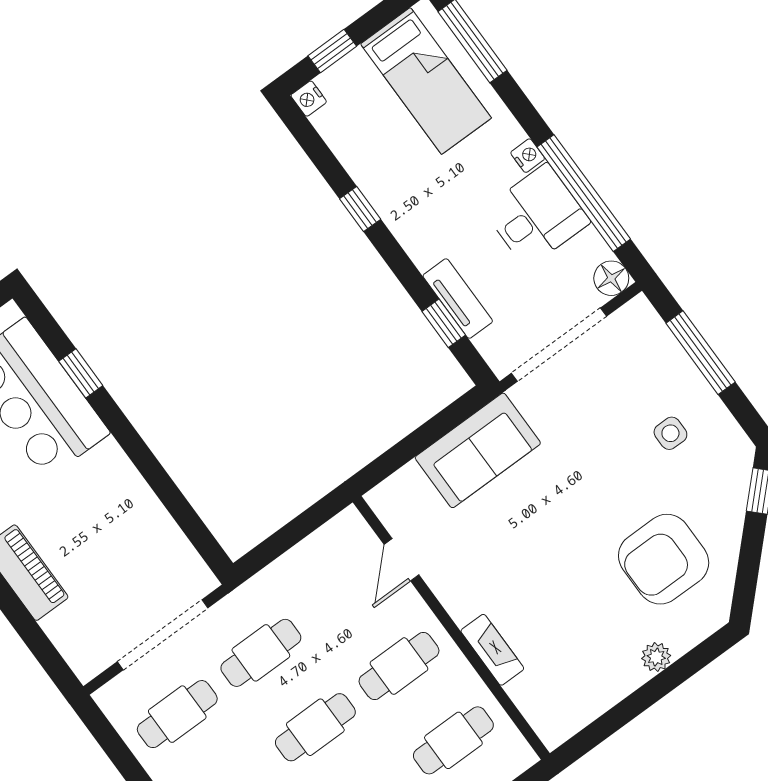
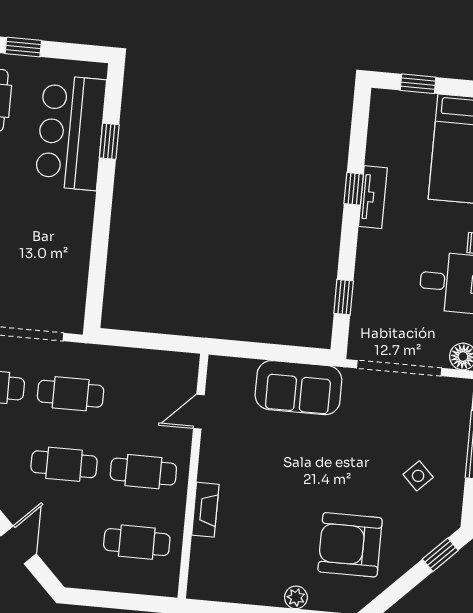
nightstand: (309, 99) -> (380, 99), removed
tv unit: (458, 299) -> (373, 197), moved
side table: (670, 433) -> (418, 476), turned 45

